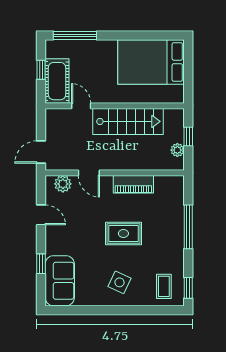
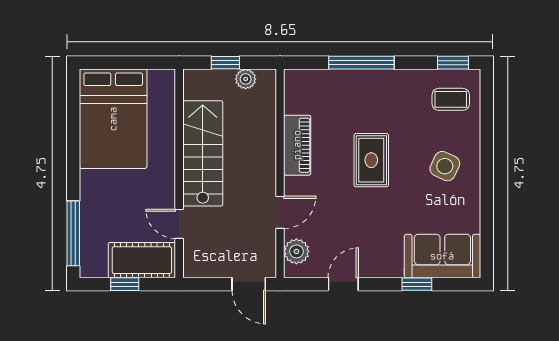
door: (81, 106) -> (179, 224), hinge flipped

